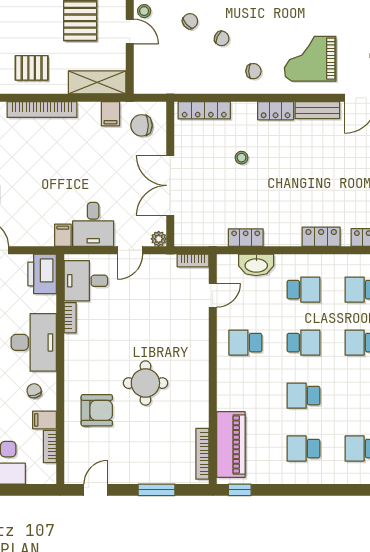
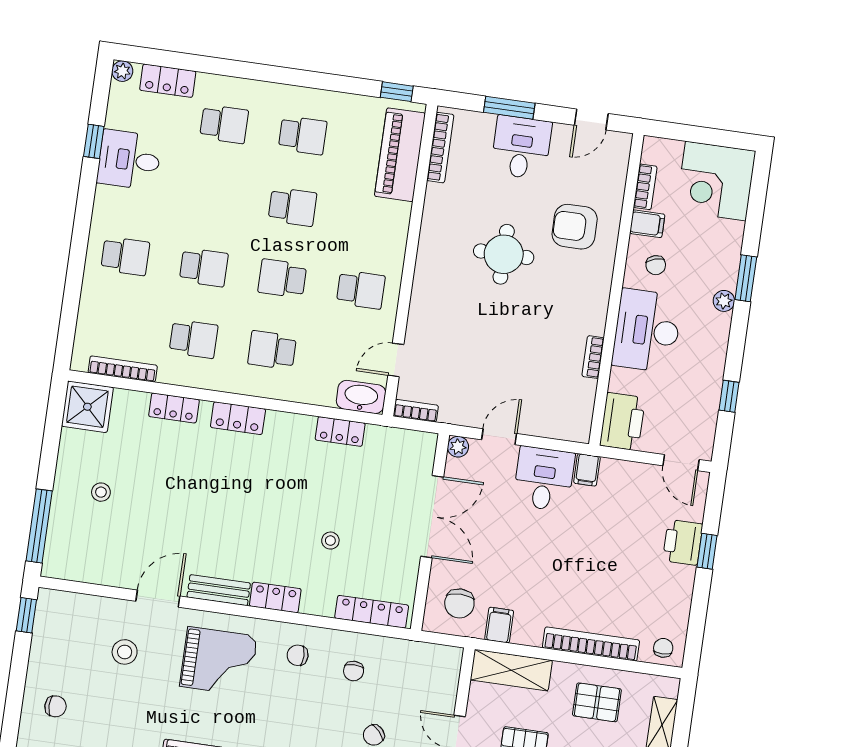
chair: (222, 38) -> (354, 671), moved, turned -114
chair: (142, 125) -> (459, 603), turned 90
washbasin: (256, 265) -> (361, 397), moved
desk: (86, 281) -> (521, 147), moved, turned -90

